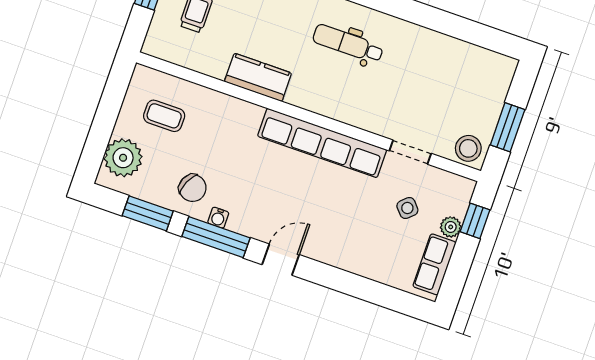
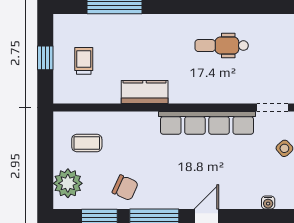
dental chair: (348, 44) -> (222, 46), moved
water cooler: (218, 218) -> (268, 203), moved

